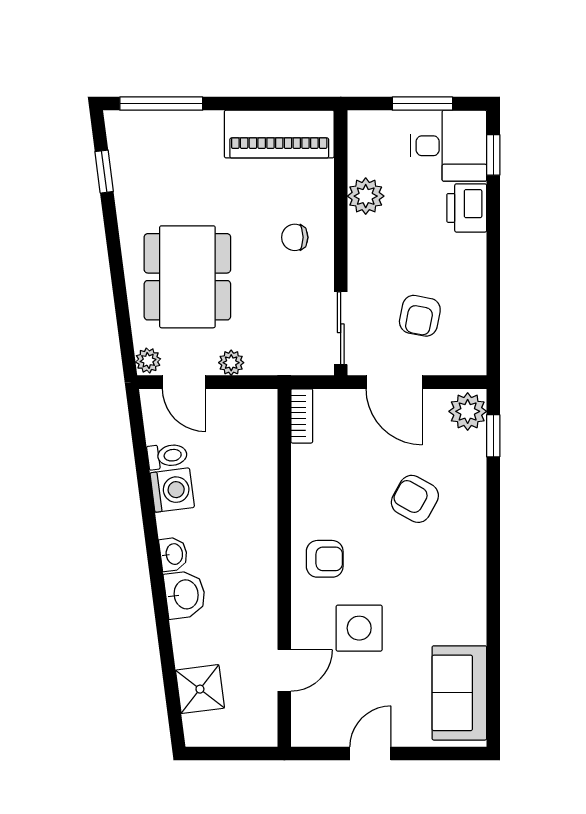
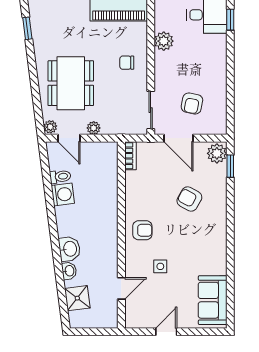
printer: (467, 208) -> (216, 47), removed
washbasin: (174, 554) -> (69, 271), moved
side table: (359, 628) -> (160, 266), width x0.54, depth x0.54

